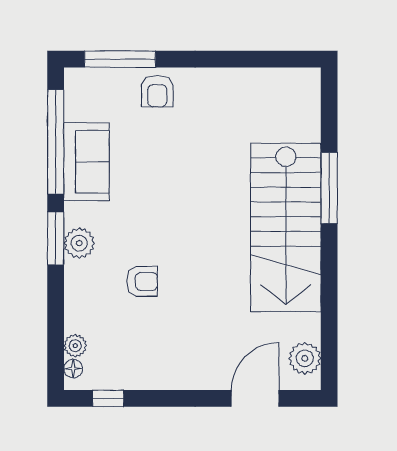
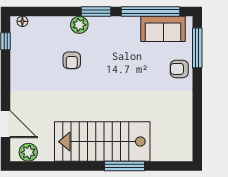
sofa: (86, 162) -> (163, 29), moved
plant: (79, 243) -> (79, 25), moved
plant: (75, 346) -> (35, 23), removed

